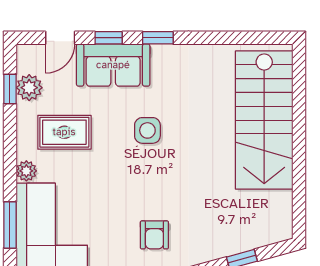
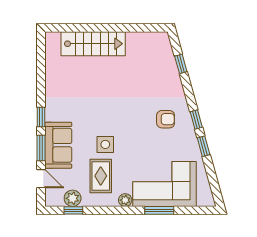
window: (109, 38) -> (41, 148), width x1.50
stairs: (264, 120) -> (93, 44), width x0.73, depth x0.66
side table: (147, 130) -> (105, 144), moved

